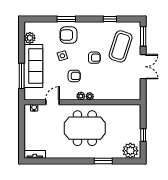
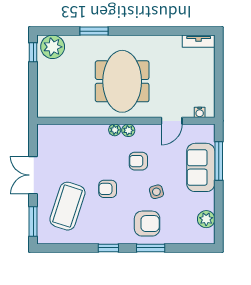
window: (110, 19) -> (108, 248), moved
sofa: (33, 66) -> (201, 167), width x0.73
meeting table: (85, 128) -> (122, 81), turned 90
window: (143, 135) -> (33, 52), moved

